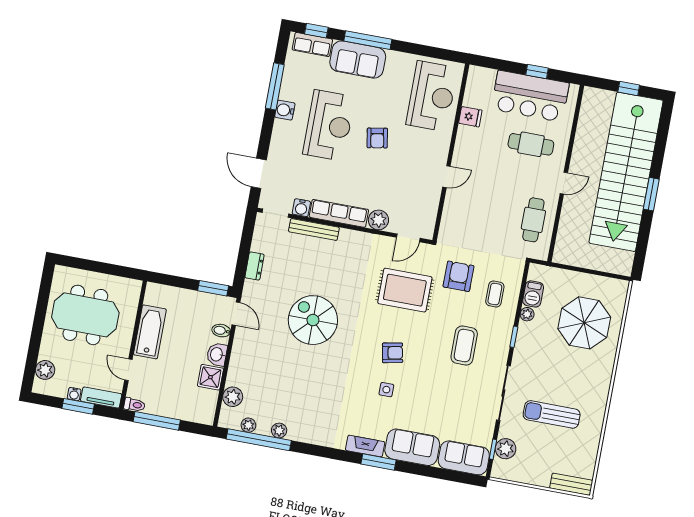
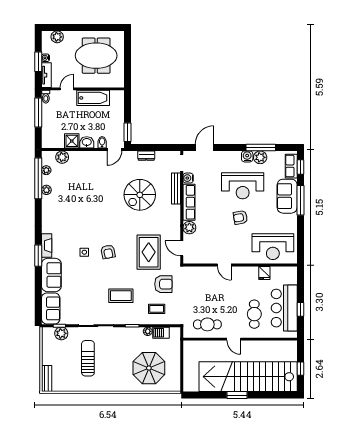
plant: (290, 90) -> (260, 157), added
meeting table: (85, 315) -> (96, 56), turned 90
spiral stairs: (313, 320) -> (140, 195), moved, turned 180

